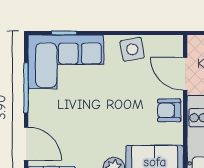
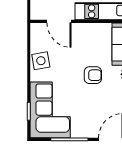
door: (185, 74) -> (59, 21), hinge flipped
armchair: (169, 110) -> (93, 75), moved, turned -90

